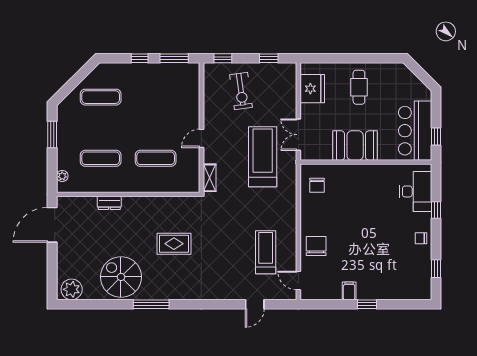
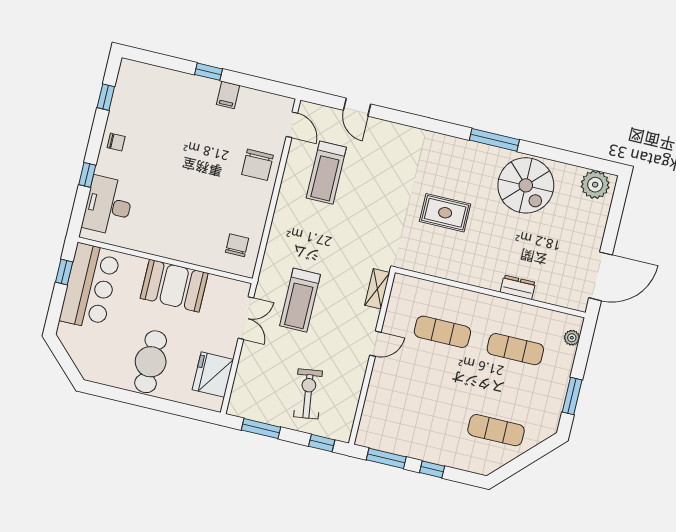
window: (269, 58) -> (261, 429), width x1.50
cafe table: (359, 87) -> (151, 362), width x1.37, depth x1.35
treadmill: (263, 157) -> (300, 300), width x0.73, depth x0.73
door: (255, 304) -> (357, 107), swing flipped

